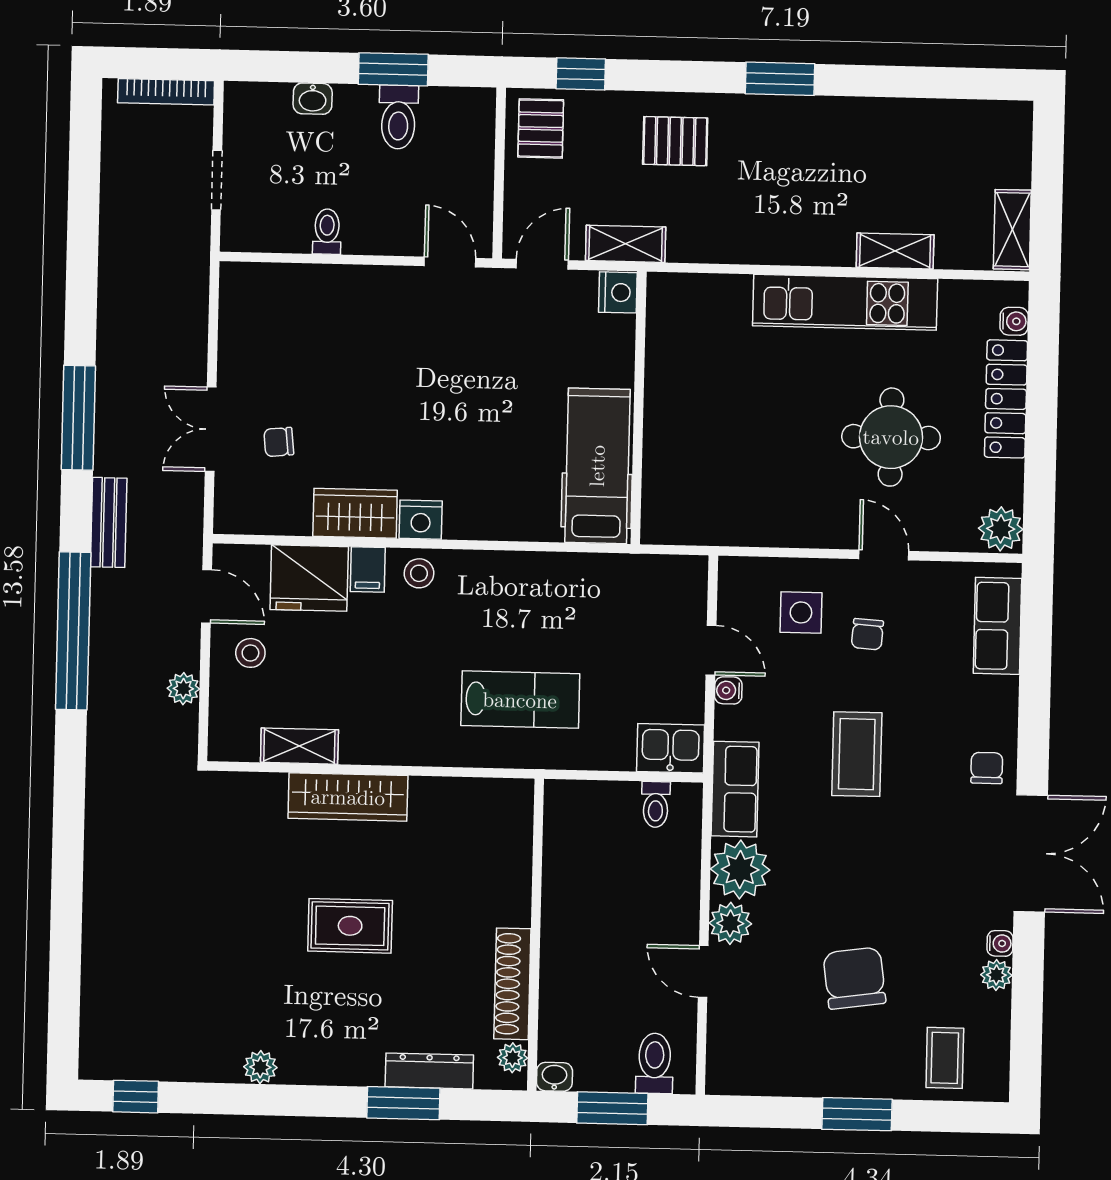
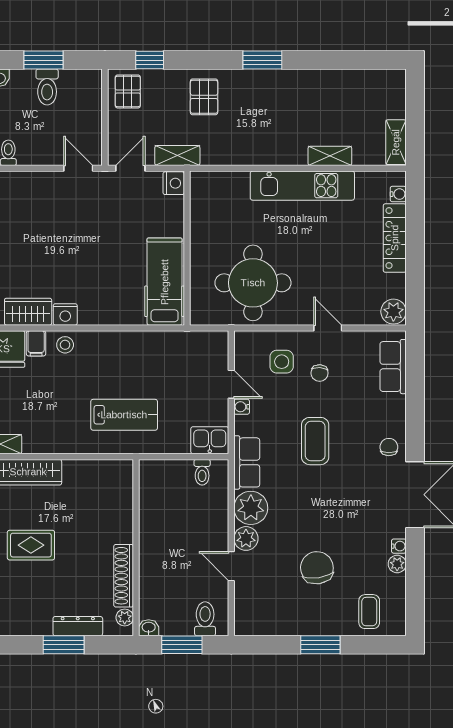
pallet: (675, 141) -> (204, 97), turned 90
round table: (891, 437) -> (253, 283), moved, width x1.36, depth x1.36

